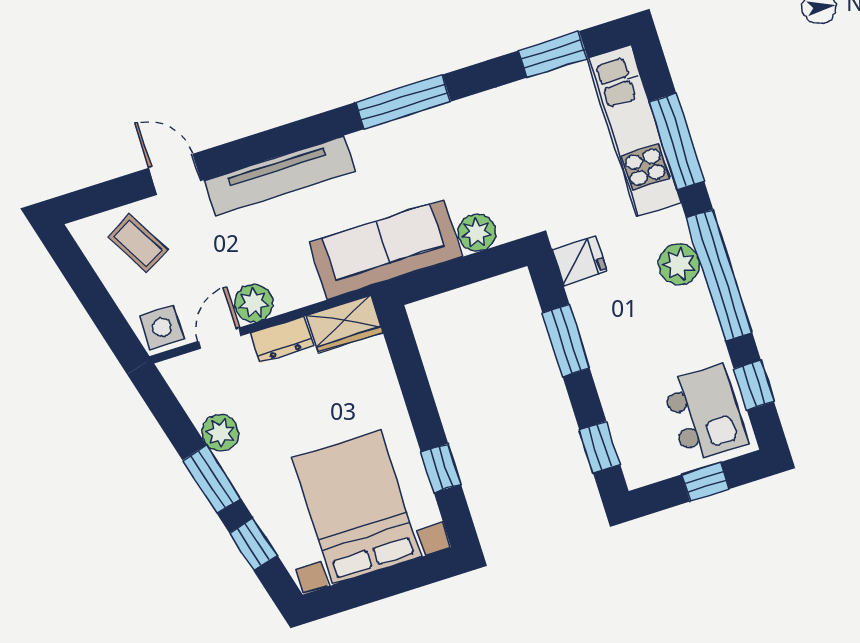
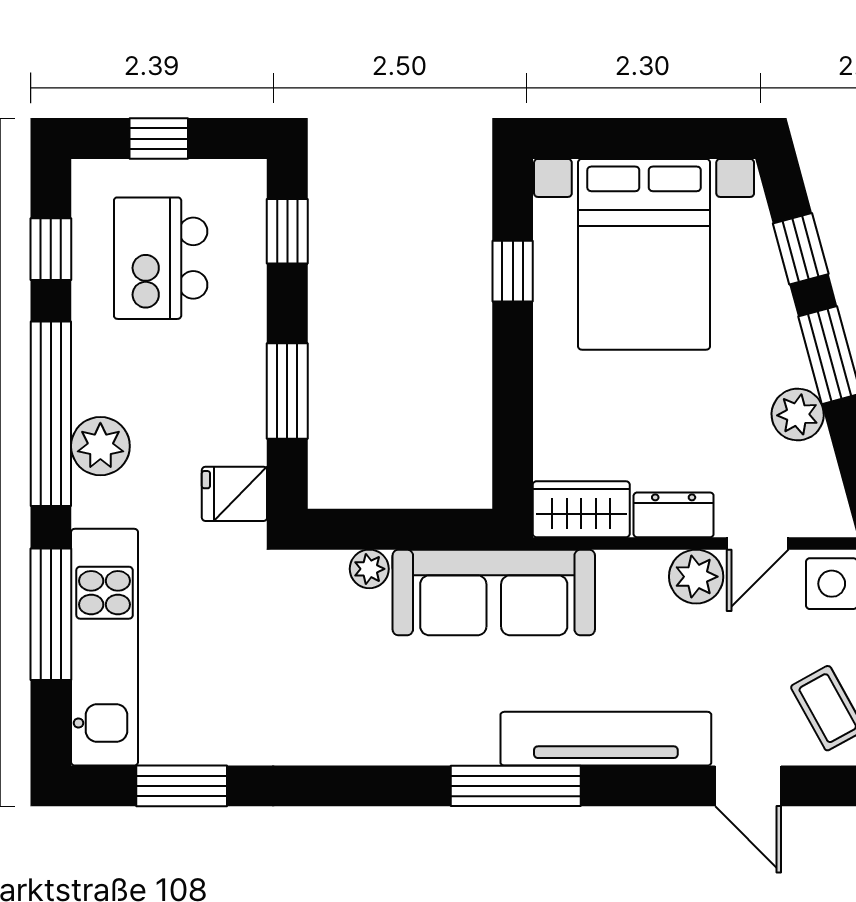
window: (403, 102) -> (516, 786), moved
plant: (477, 233) -> (369, 569), width x0.73, depth x0.73
kitchen island: (705, 413) -> (161, 258), moved

